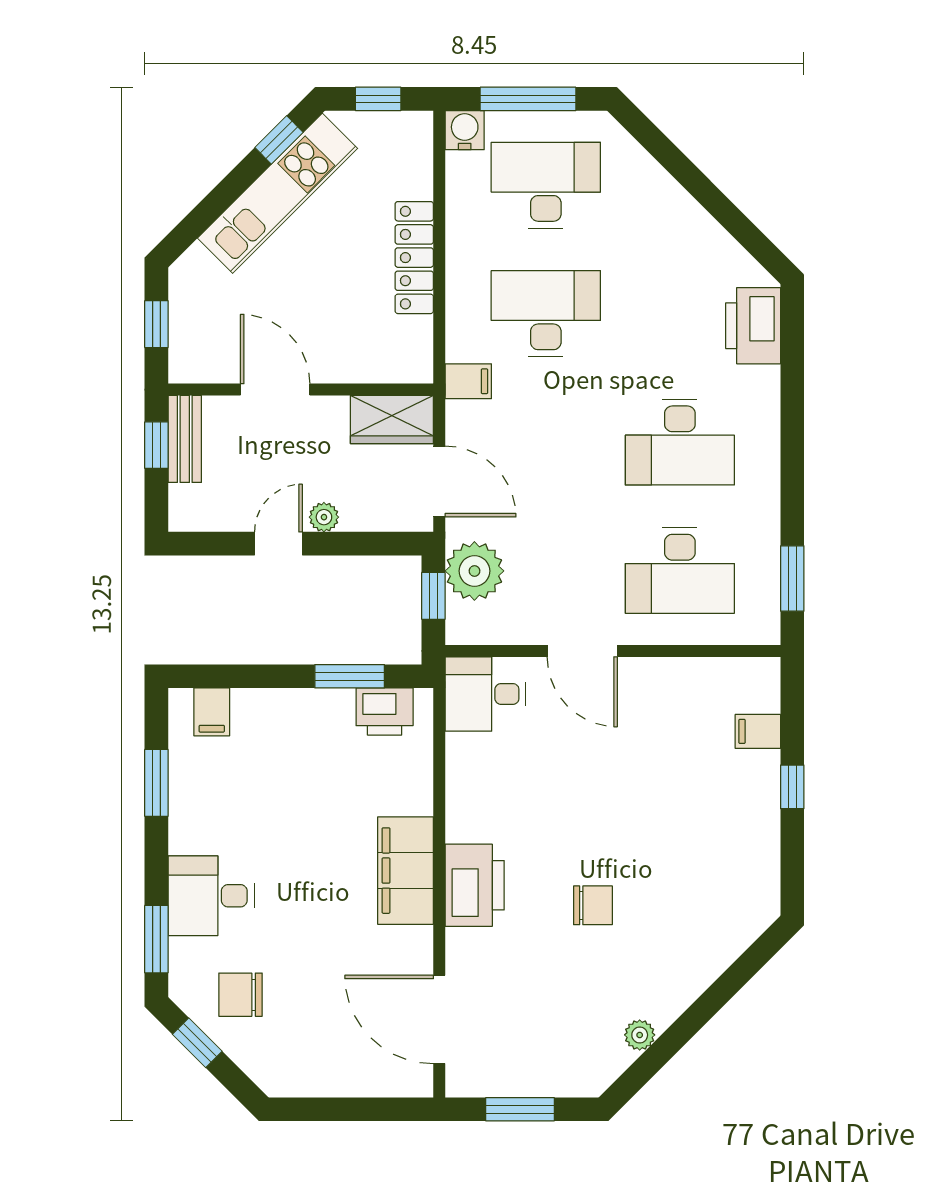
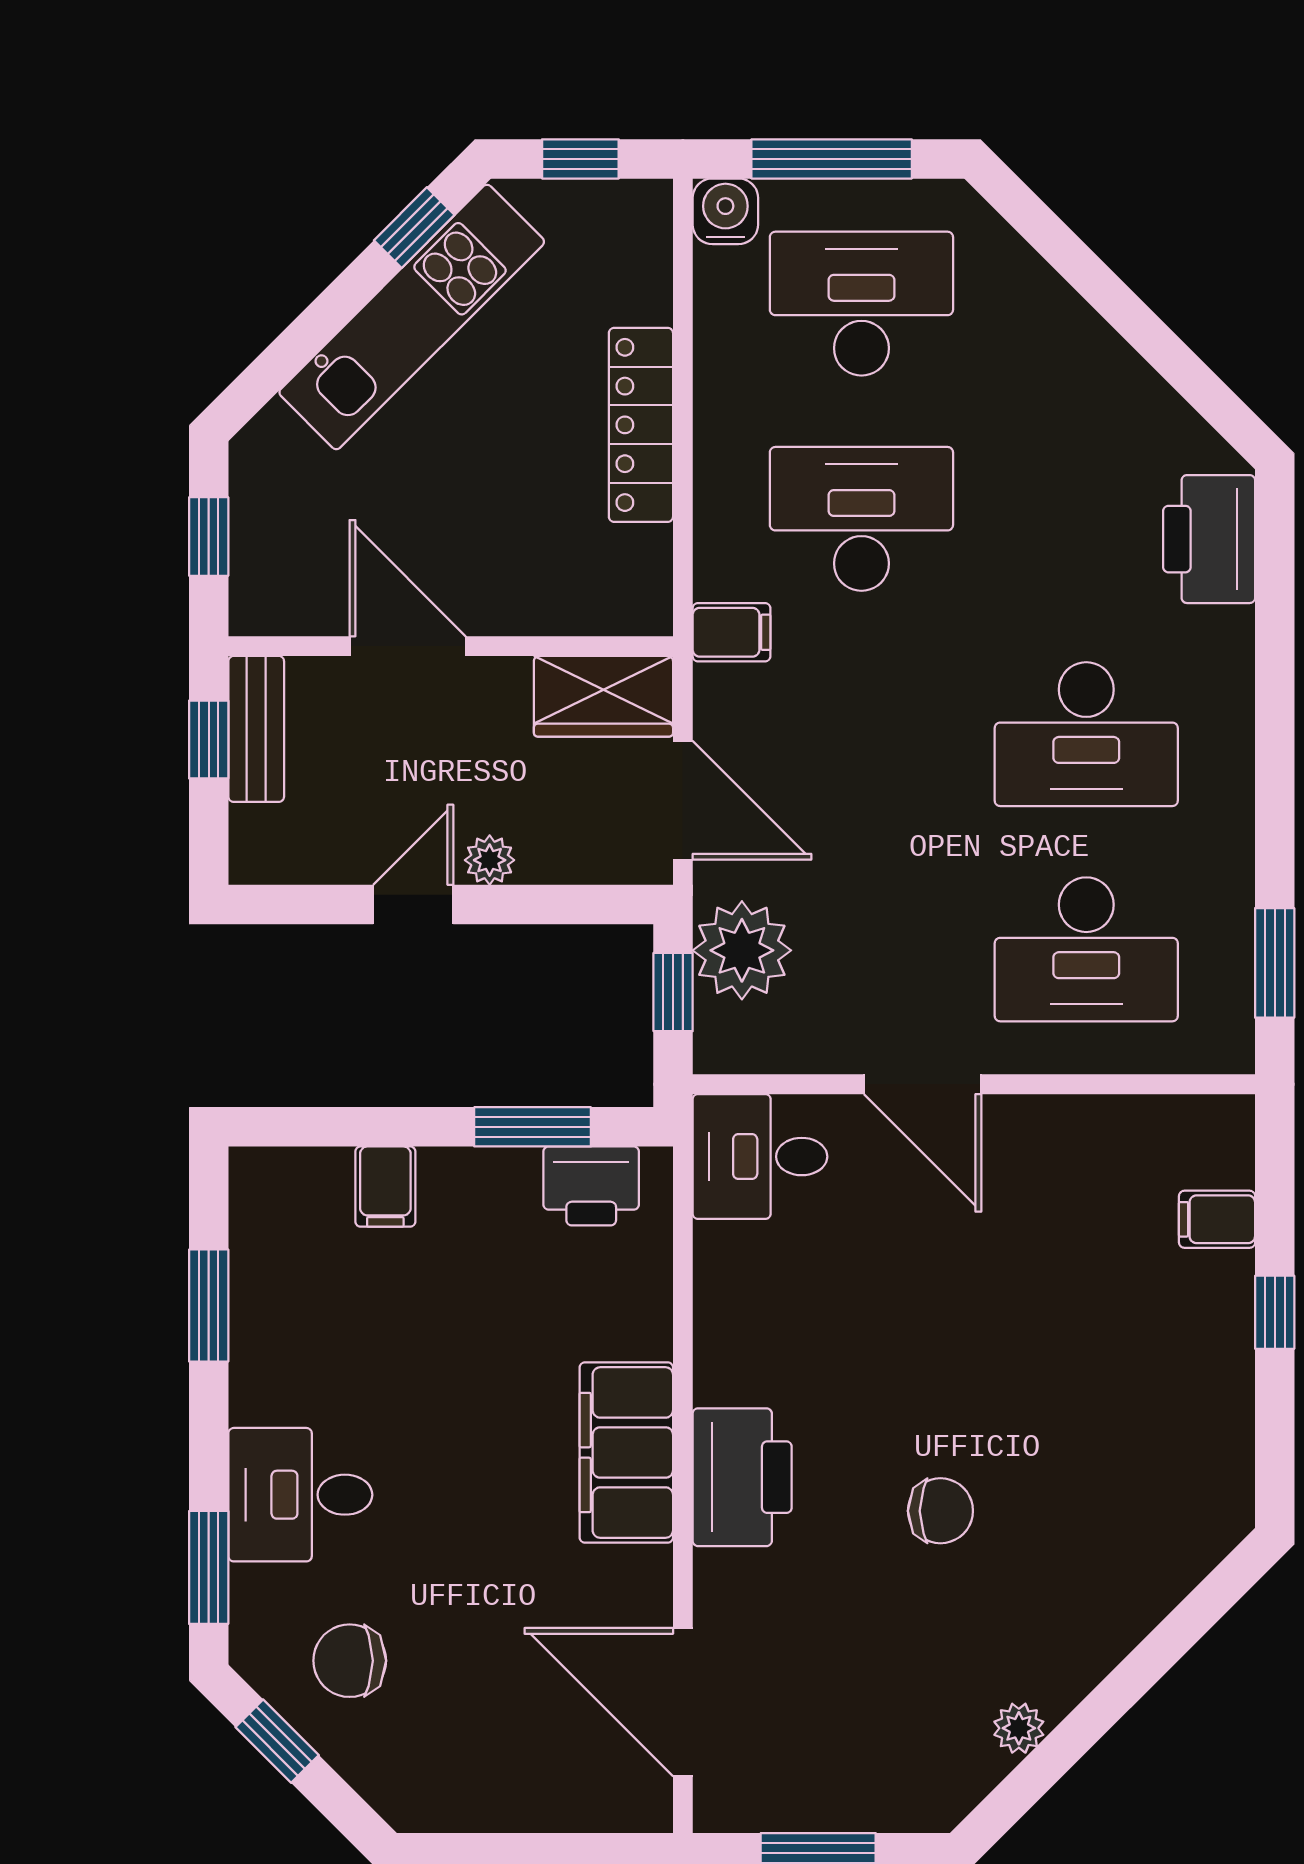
filing cabinet: (212, 712) -> (385, 1187), moved

